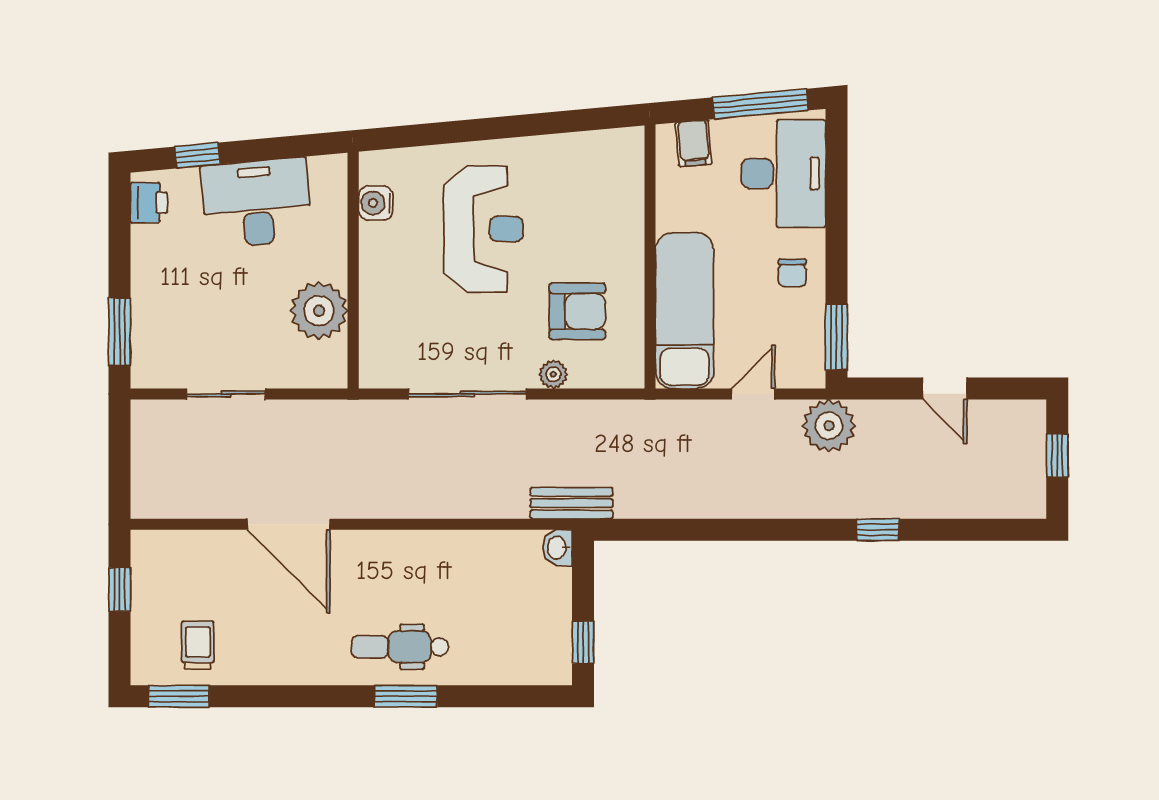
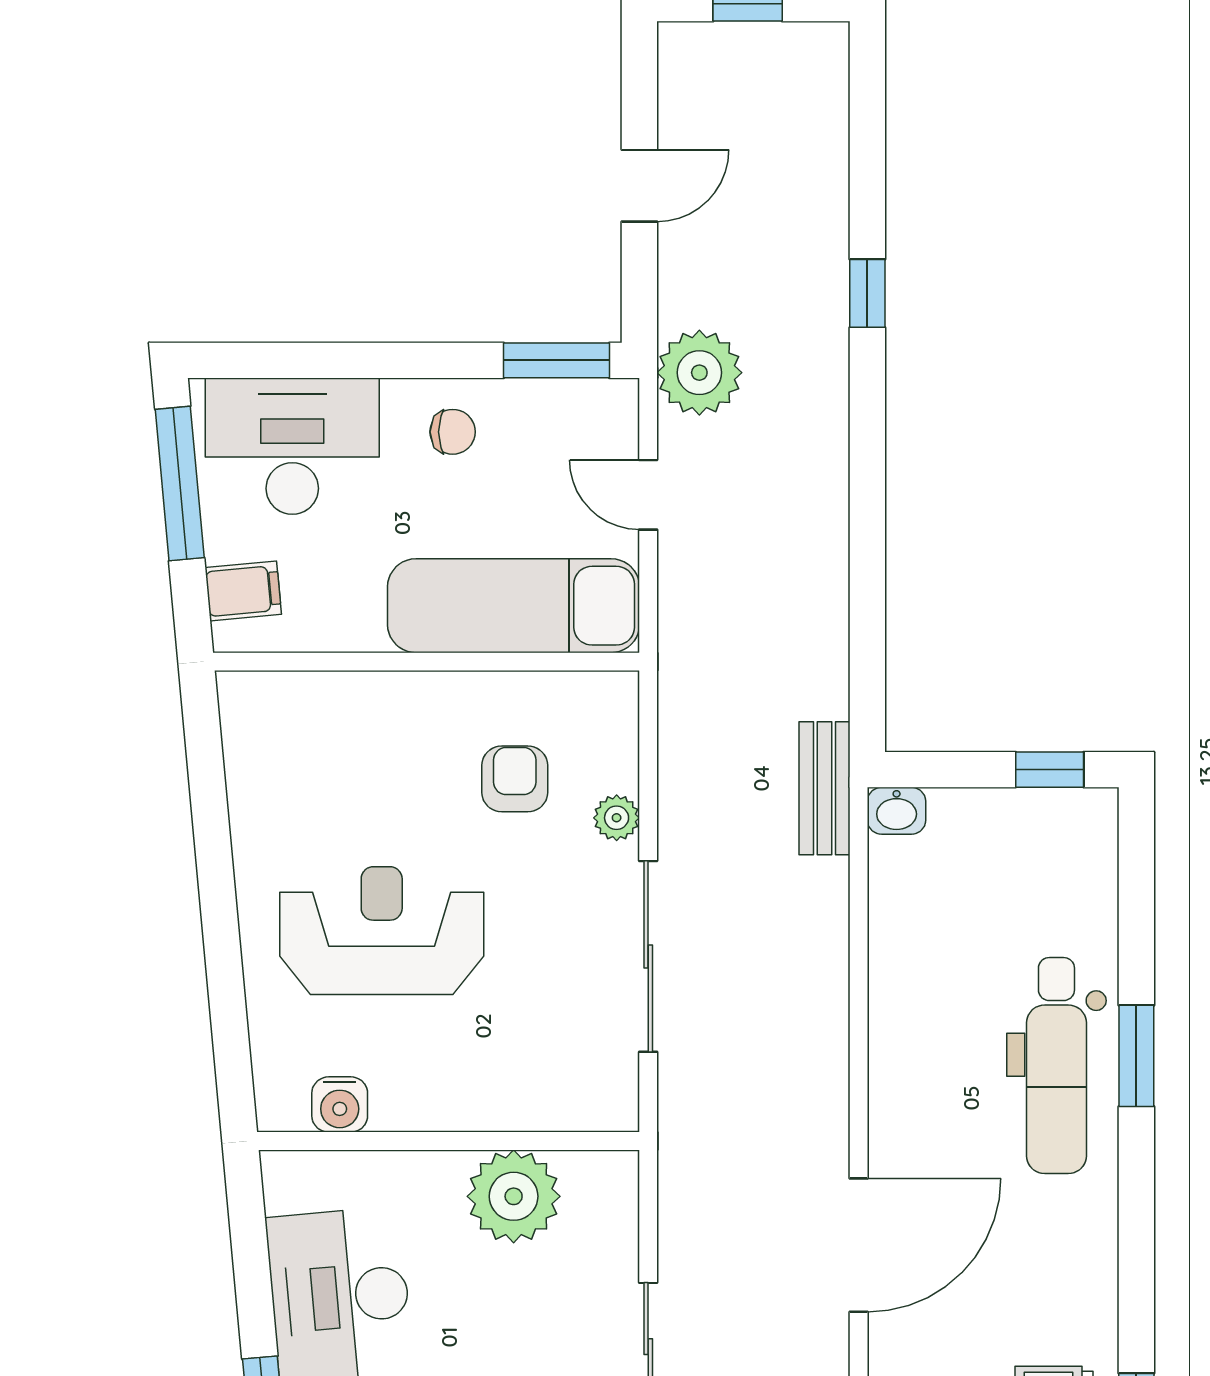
armchair: (577, 311) -> (515, 779), width x0.72, depth x0.72
dental chair: (400, 647) -> (1056, 1066), width x1.36, depth x1.38

